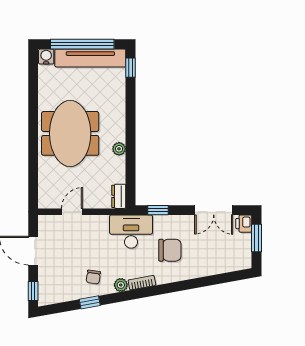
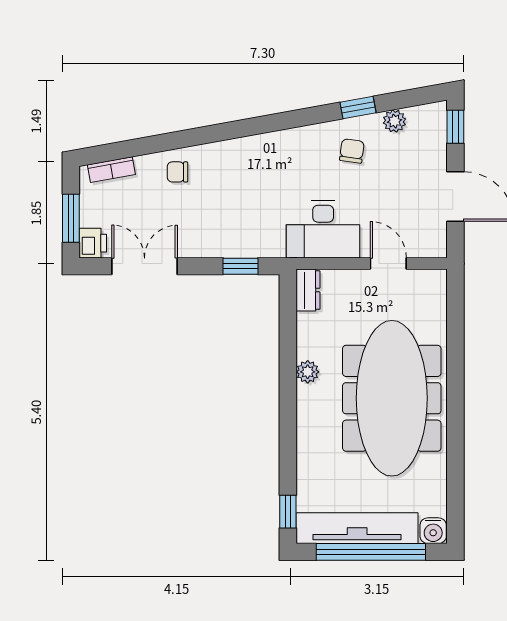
meeting table: (70, 133) -> (392, 398), width x1.36
door: (72, 212) -> (388, 264), swing flipped
desk: (131, 232) -> (323, 229), moved
chair: (170, 250) -> (178, 172), moved, width x0.54, depth x0.54
bookcase: (142, 283) -> (111, 170), moved
plant: (121, 285) -> (394, 121), moved

